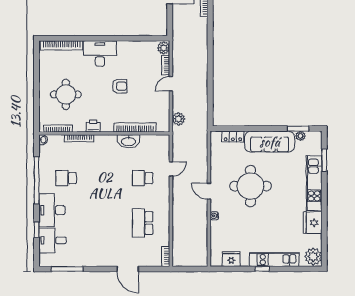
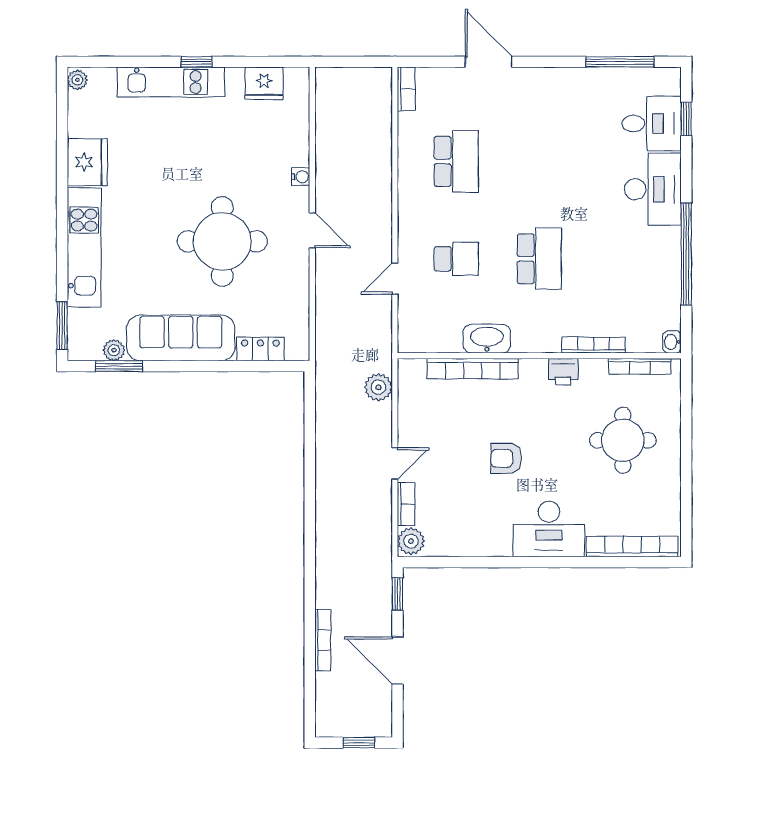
window: (170, 24) -> (397, 594), added
window: (324, 160) -> (62, 326), moved
school desk: (66, 178) -> (539, 259), moved, width x1.85
window: (37, 230) -> (686, 119), moved
plant: (313, 257) -> (77, 80), width x0.53, depth x0.53

